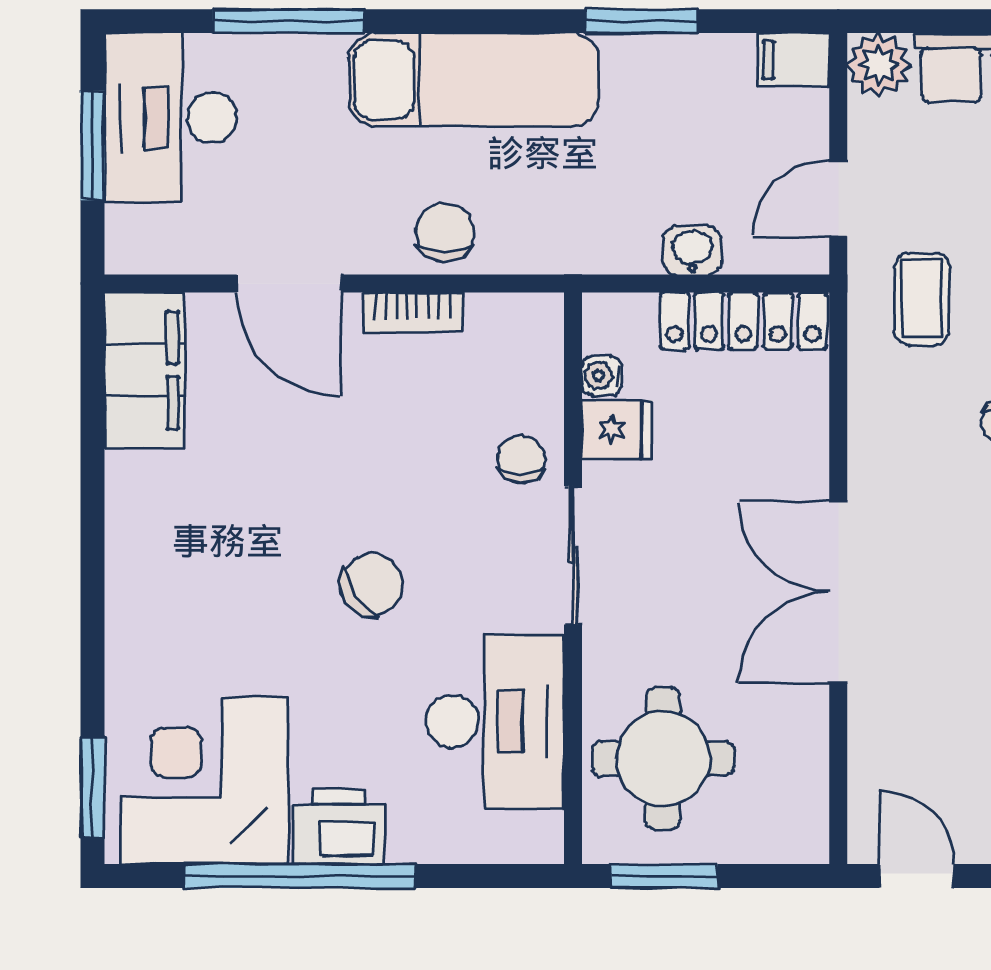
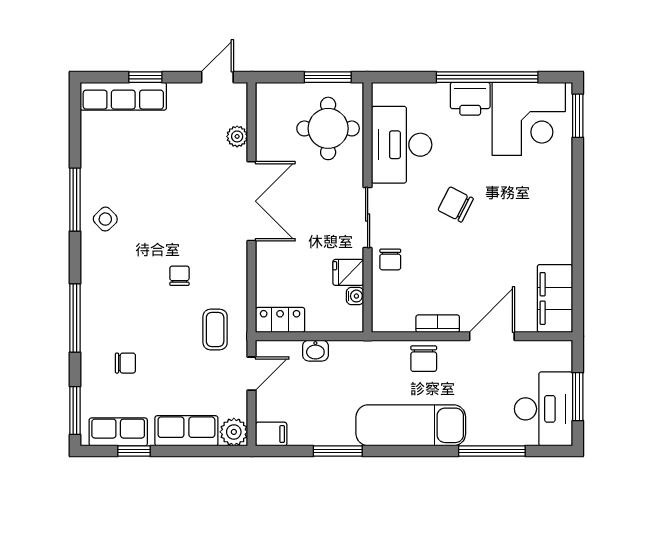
door: (289, 284) -> (492, 336), hinge flipped
locker: (743, 321) -> (280, 320), width x0.66
chair: (372, 585) -> (456, 204), turned 61
plant: (871, 740) -> (237, 136), added
door: (917, 876) -> (217, 77), swing flipped

